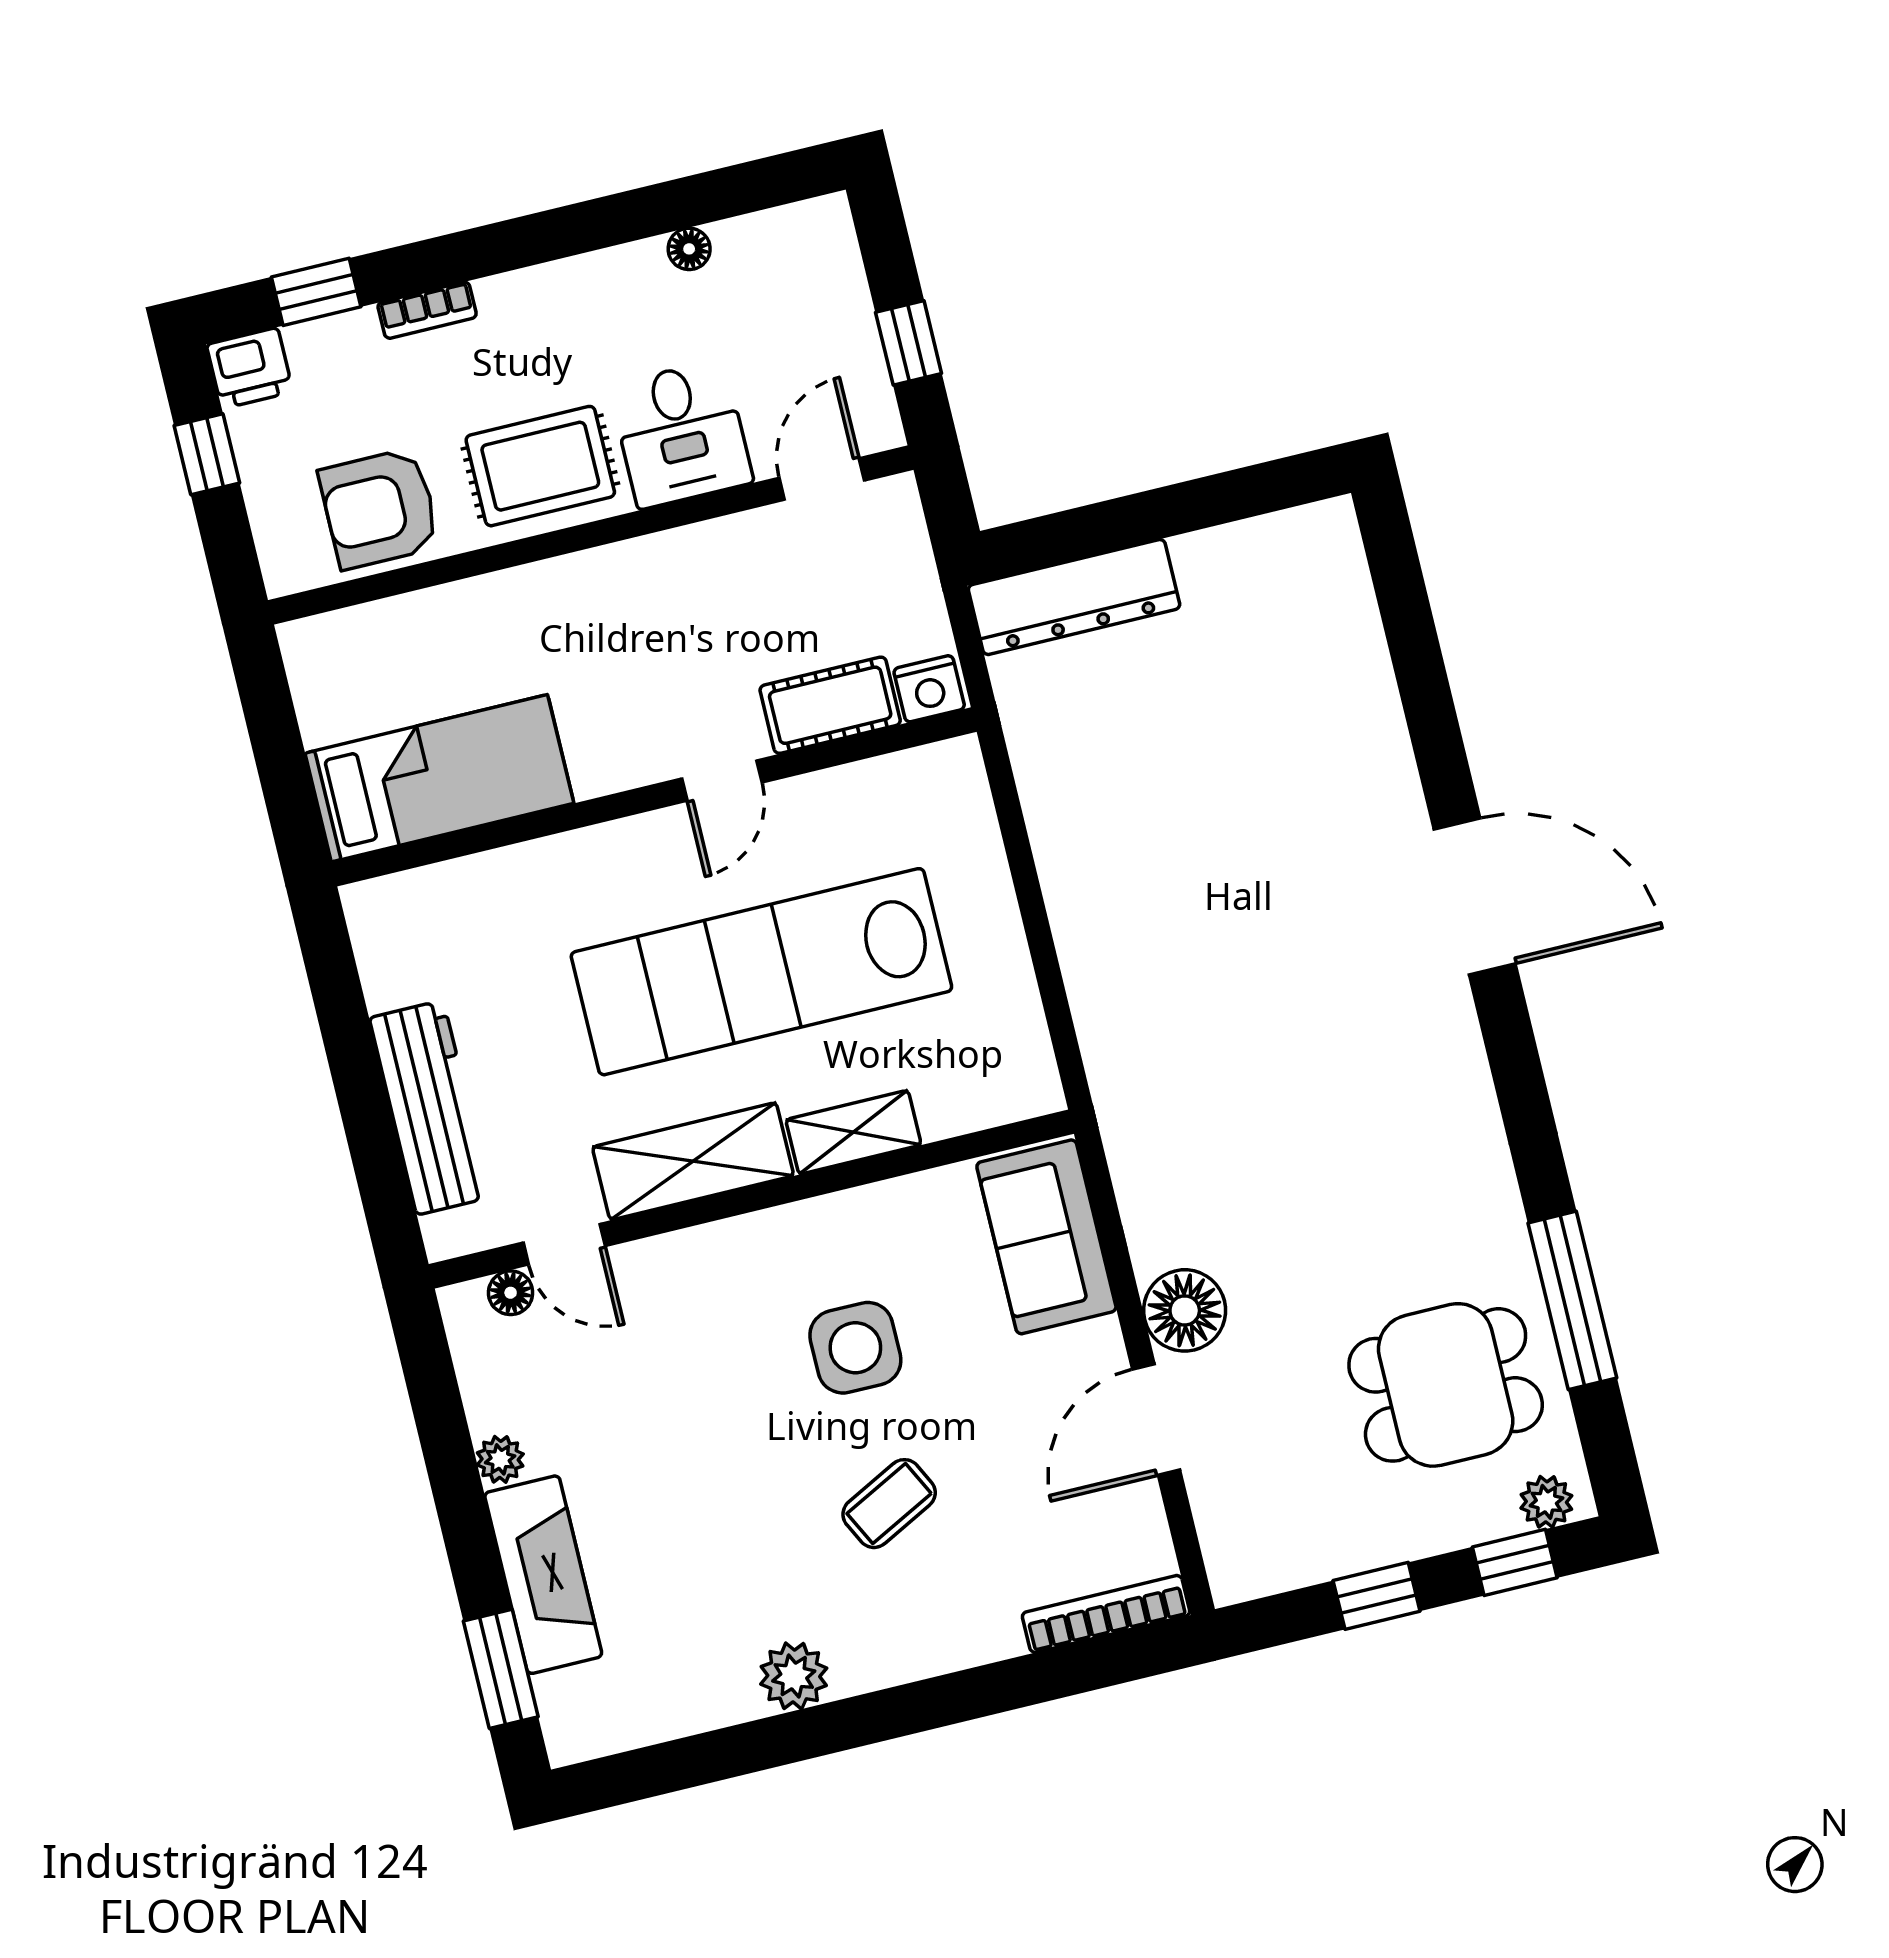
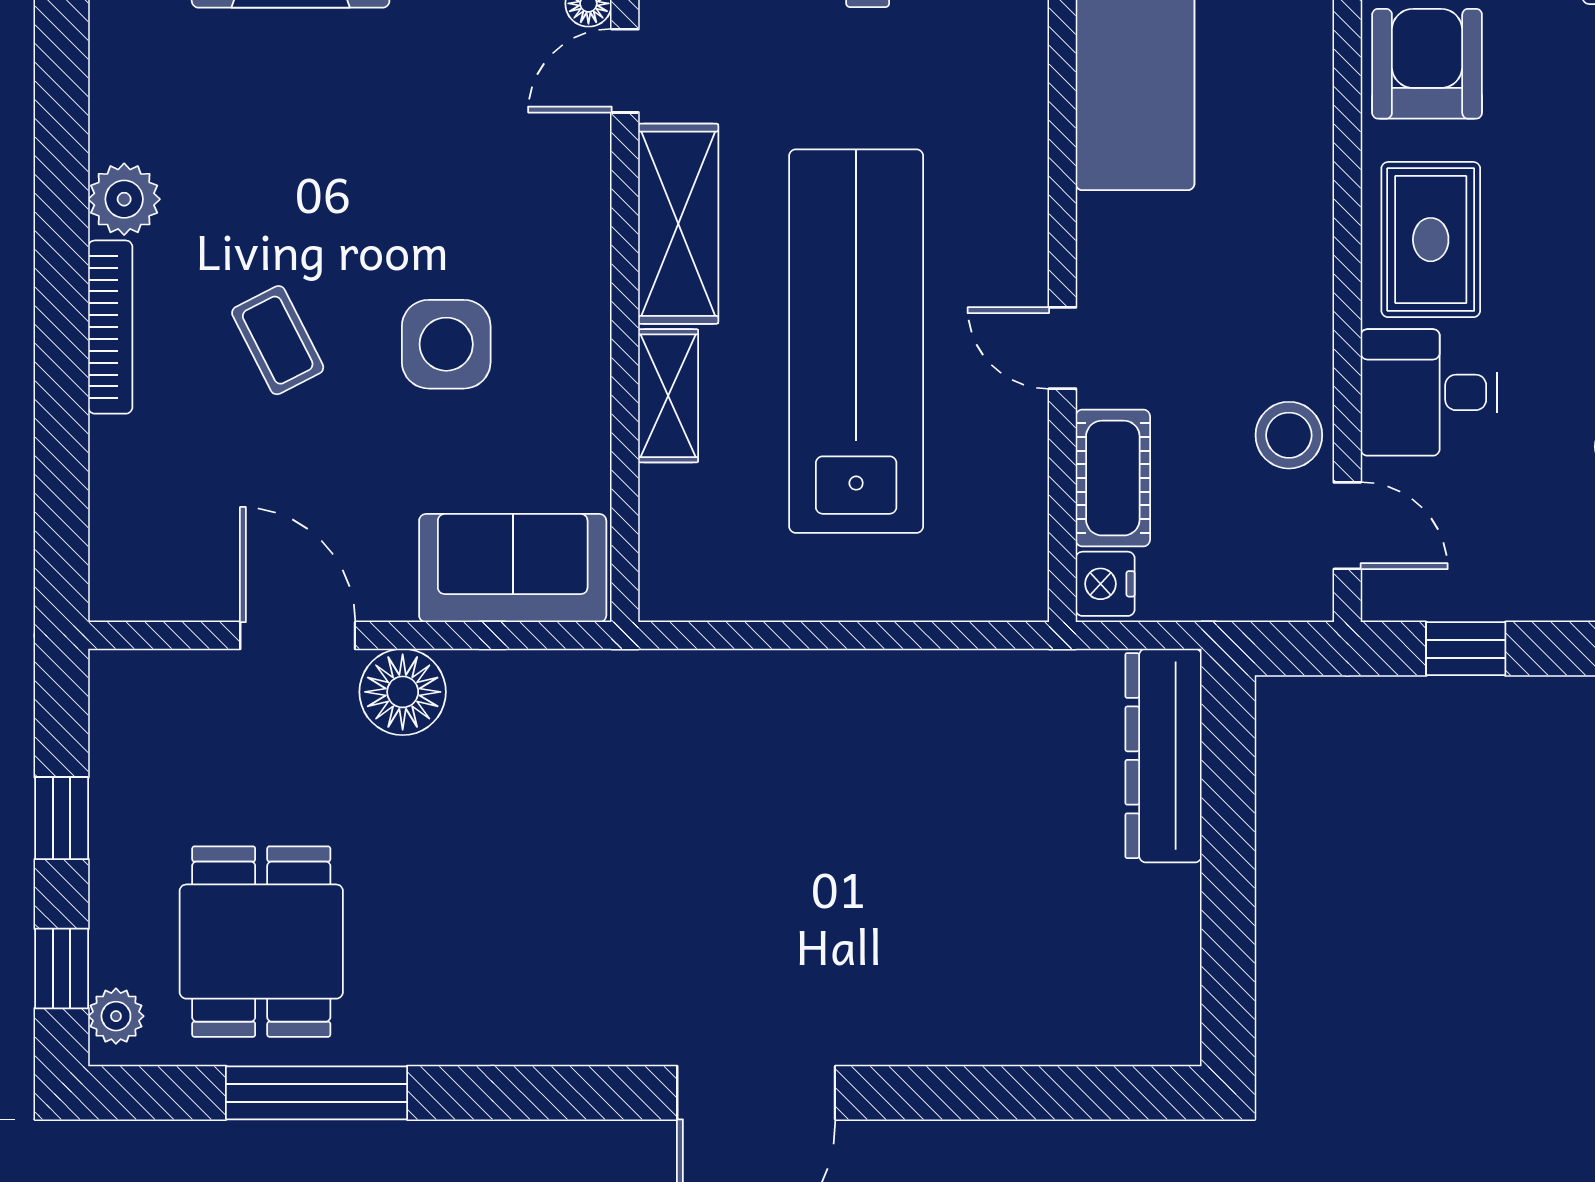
stool: (752, 553) -> (1289, 435), added
bookcase: (1106, 1614) -> (110, 327), moved

